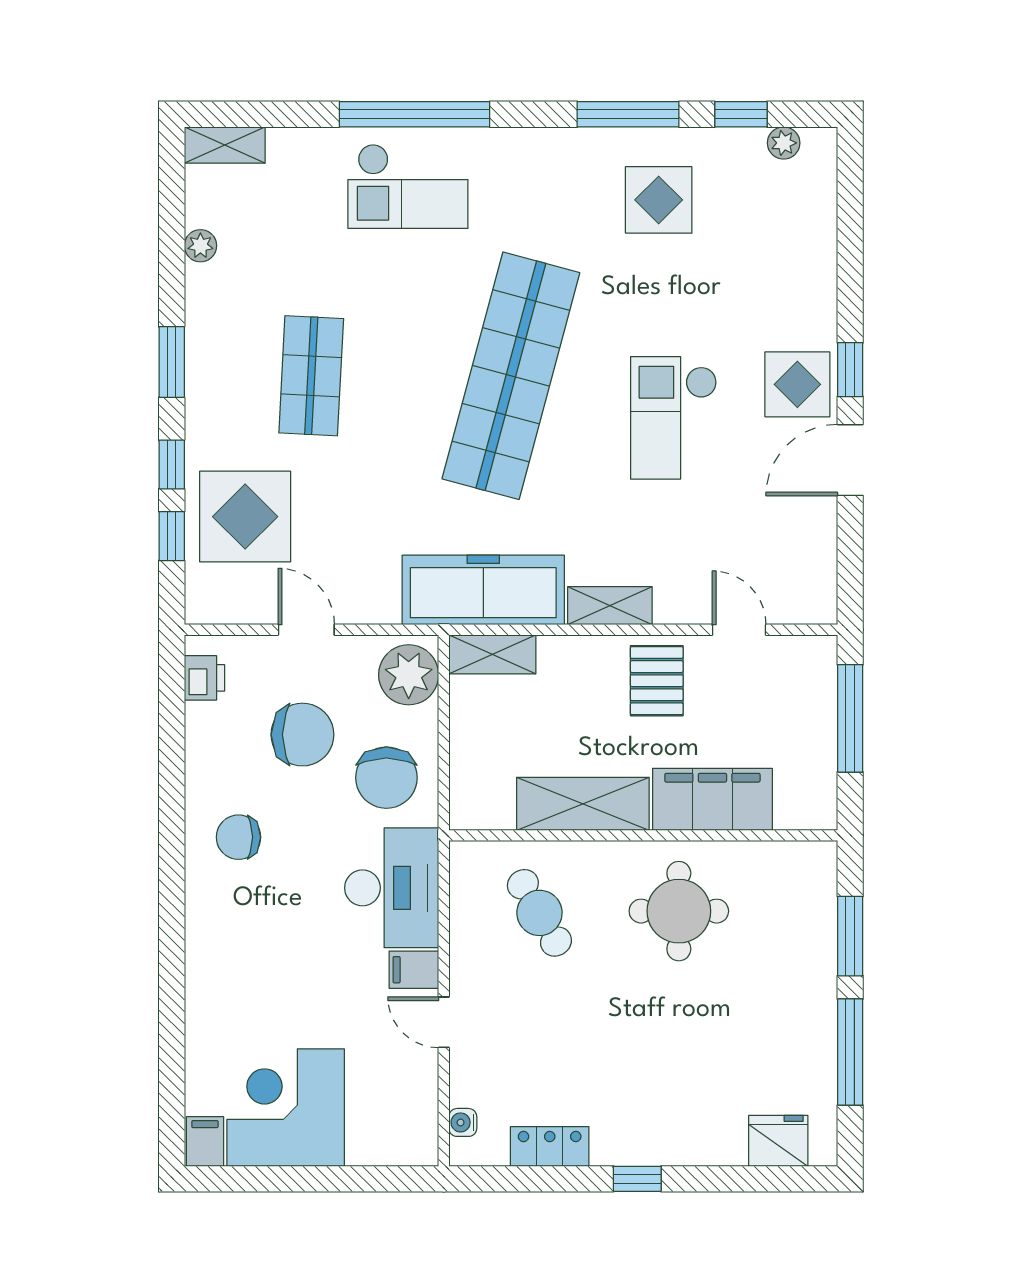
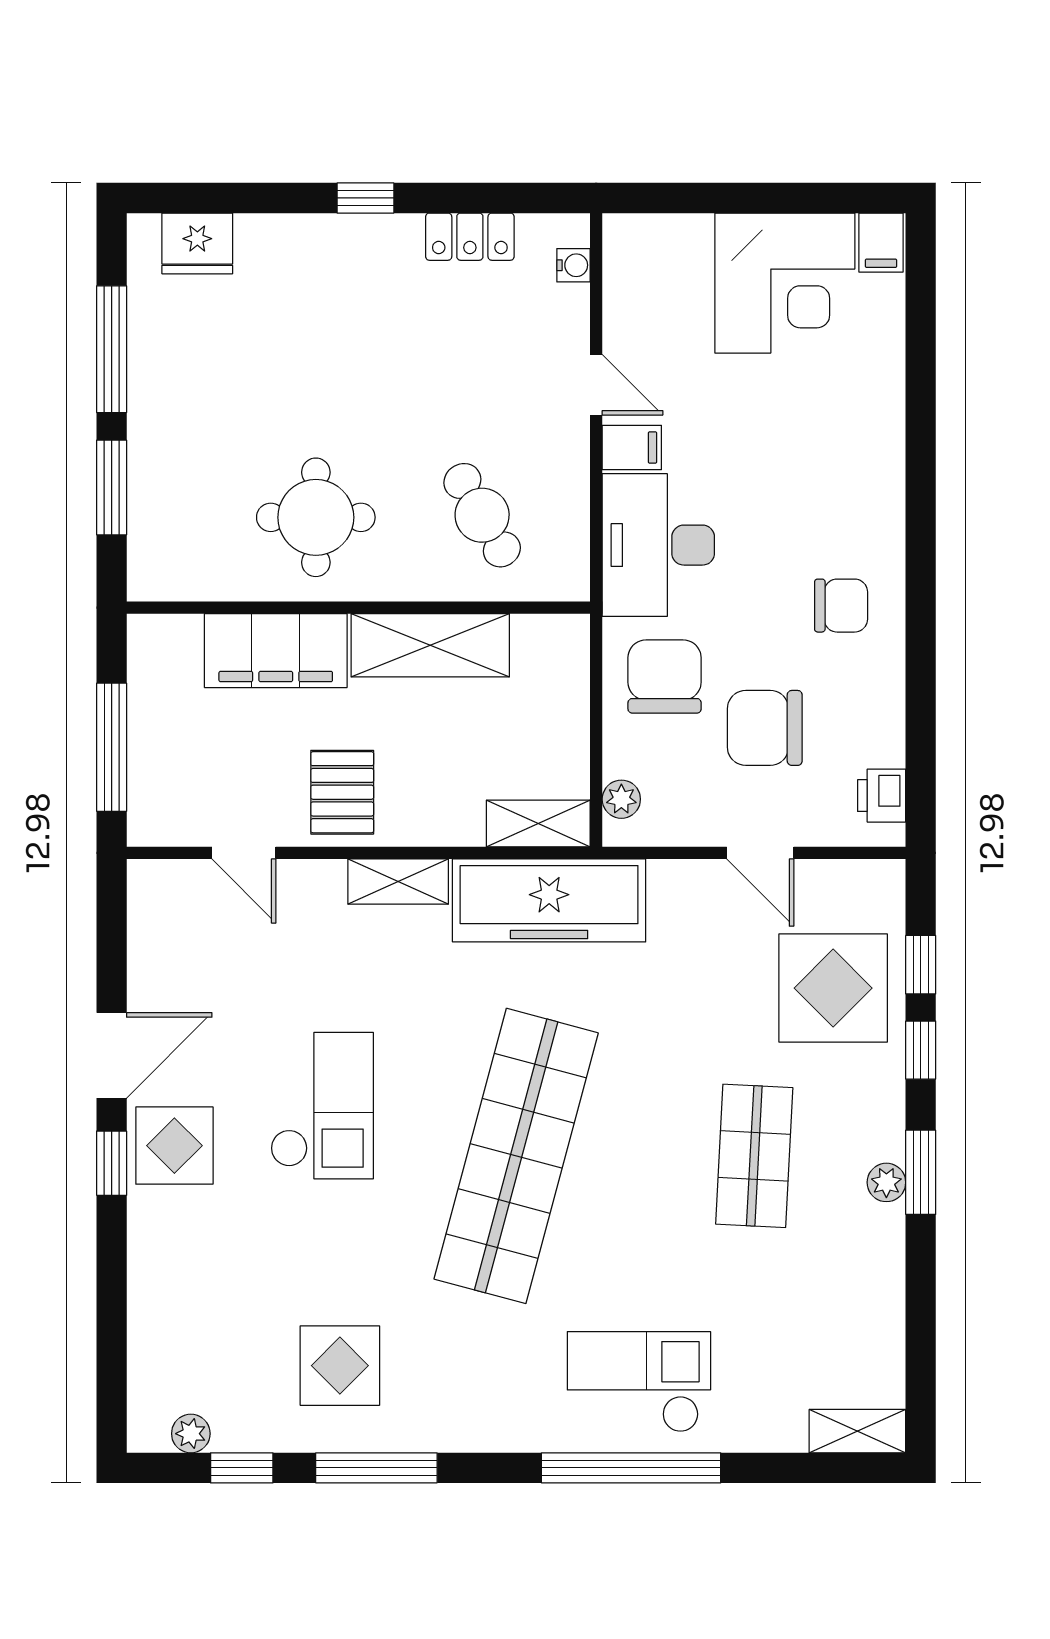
plant: (200, 246) -> (886, 1182), moved
plant: (409, 675) -> (621, 799), width x0.53, depth x0.53

